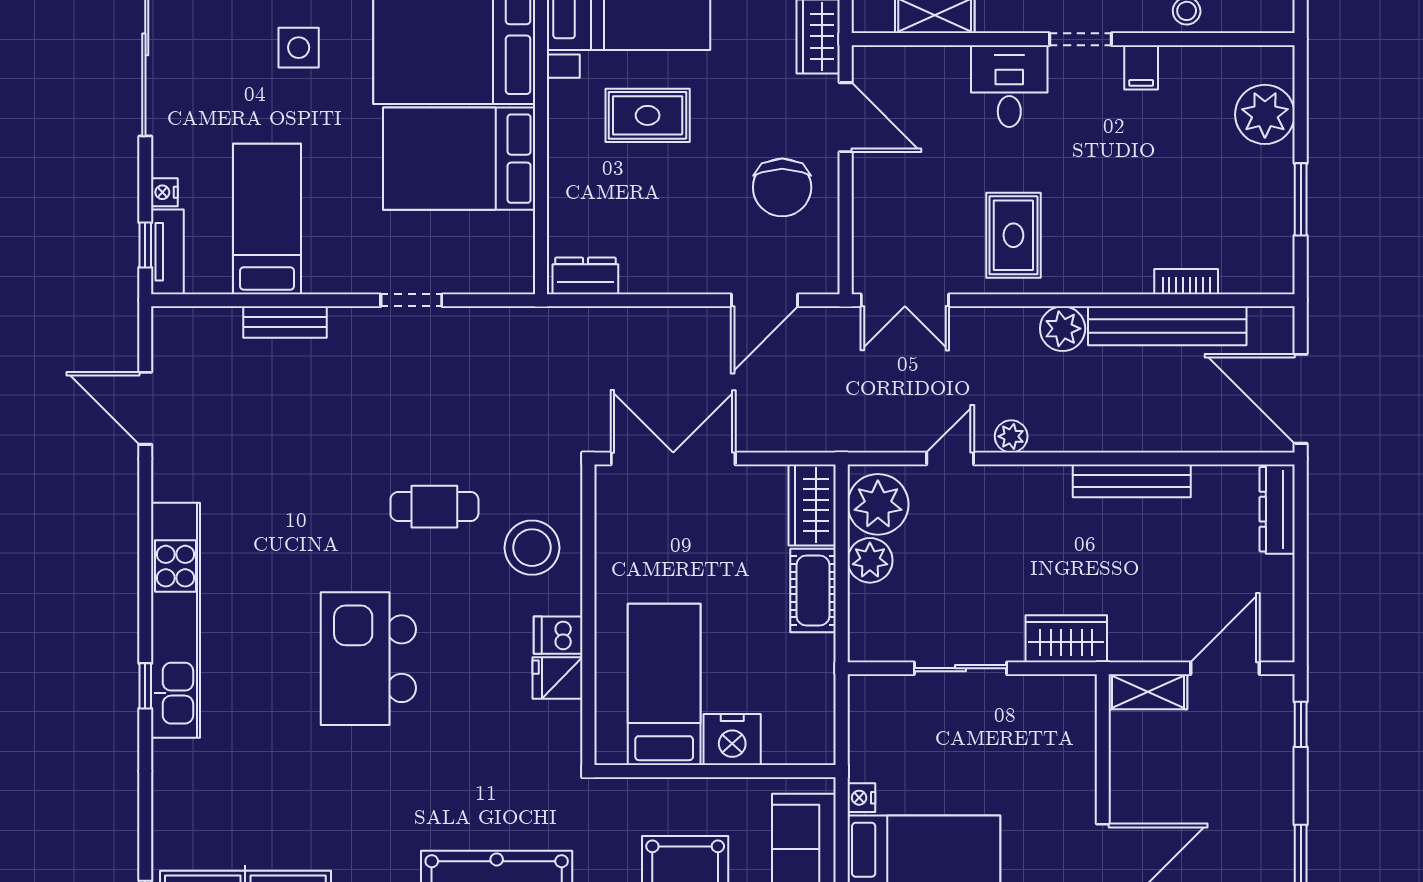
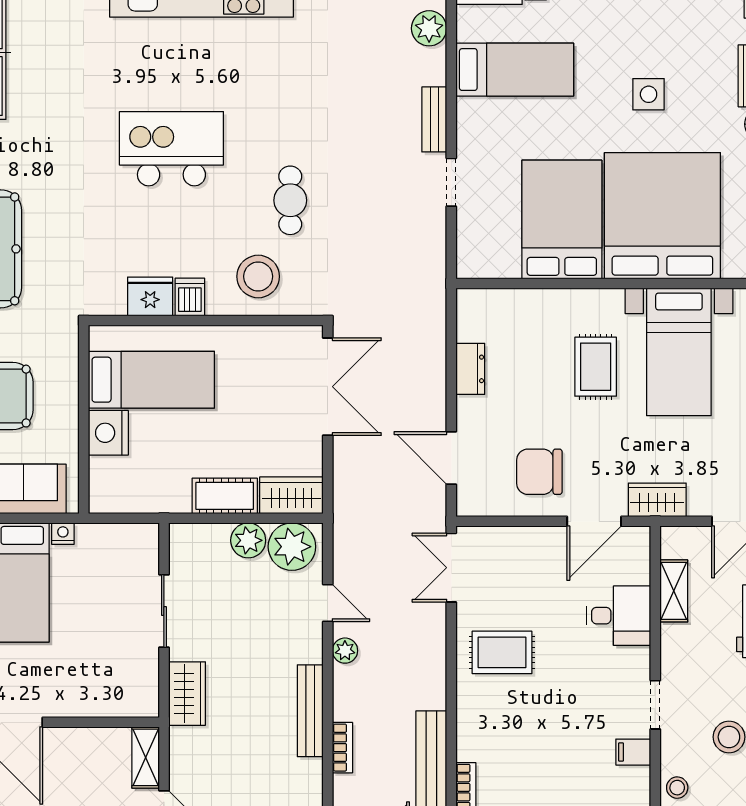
desk: (1009, 86) -> (619, 616), moved
dresser: (585, 276) -> (470, 369), moved
bench: (285, 322) -> (434, 119), moved
plant: (1063, 329) -> (429, 28), moved
bookcase: (1135, 440) -> (342, 748), added
bench: (1132, 481) -> (310, 711), moved
fridge: (558, 678) -> (150, 296), width x1.38

